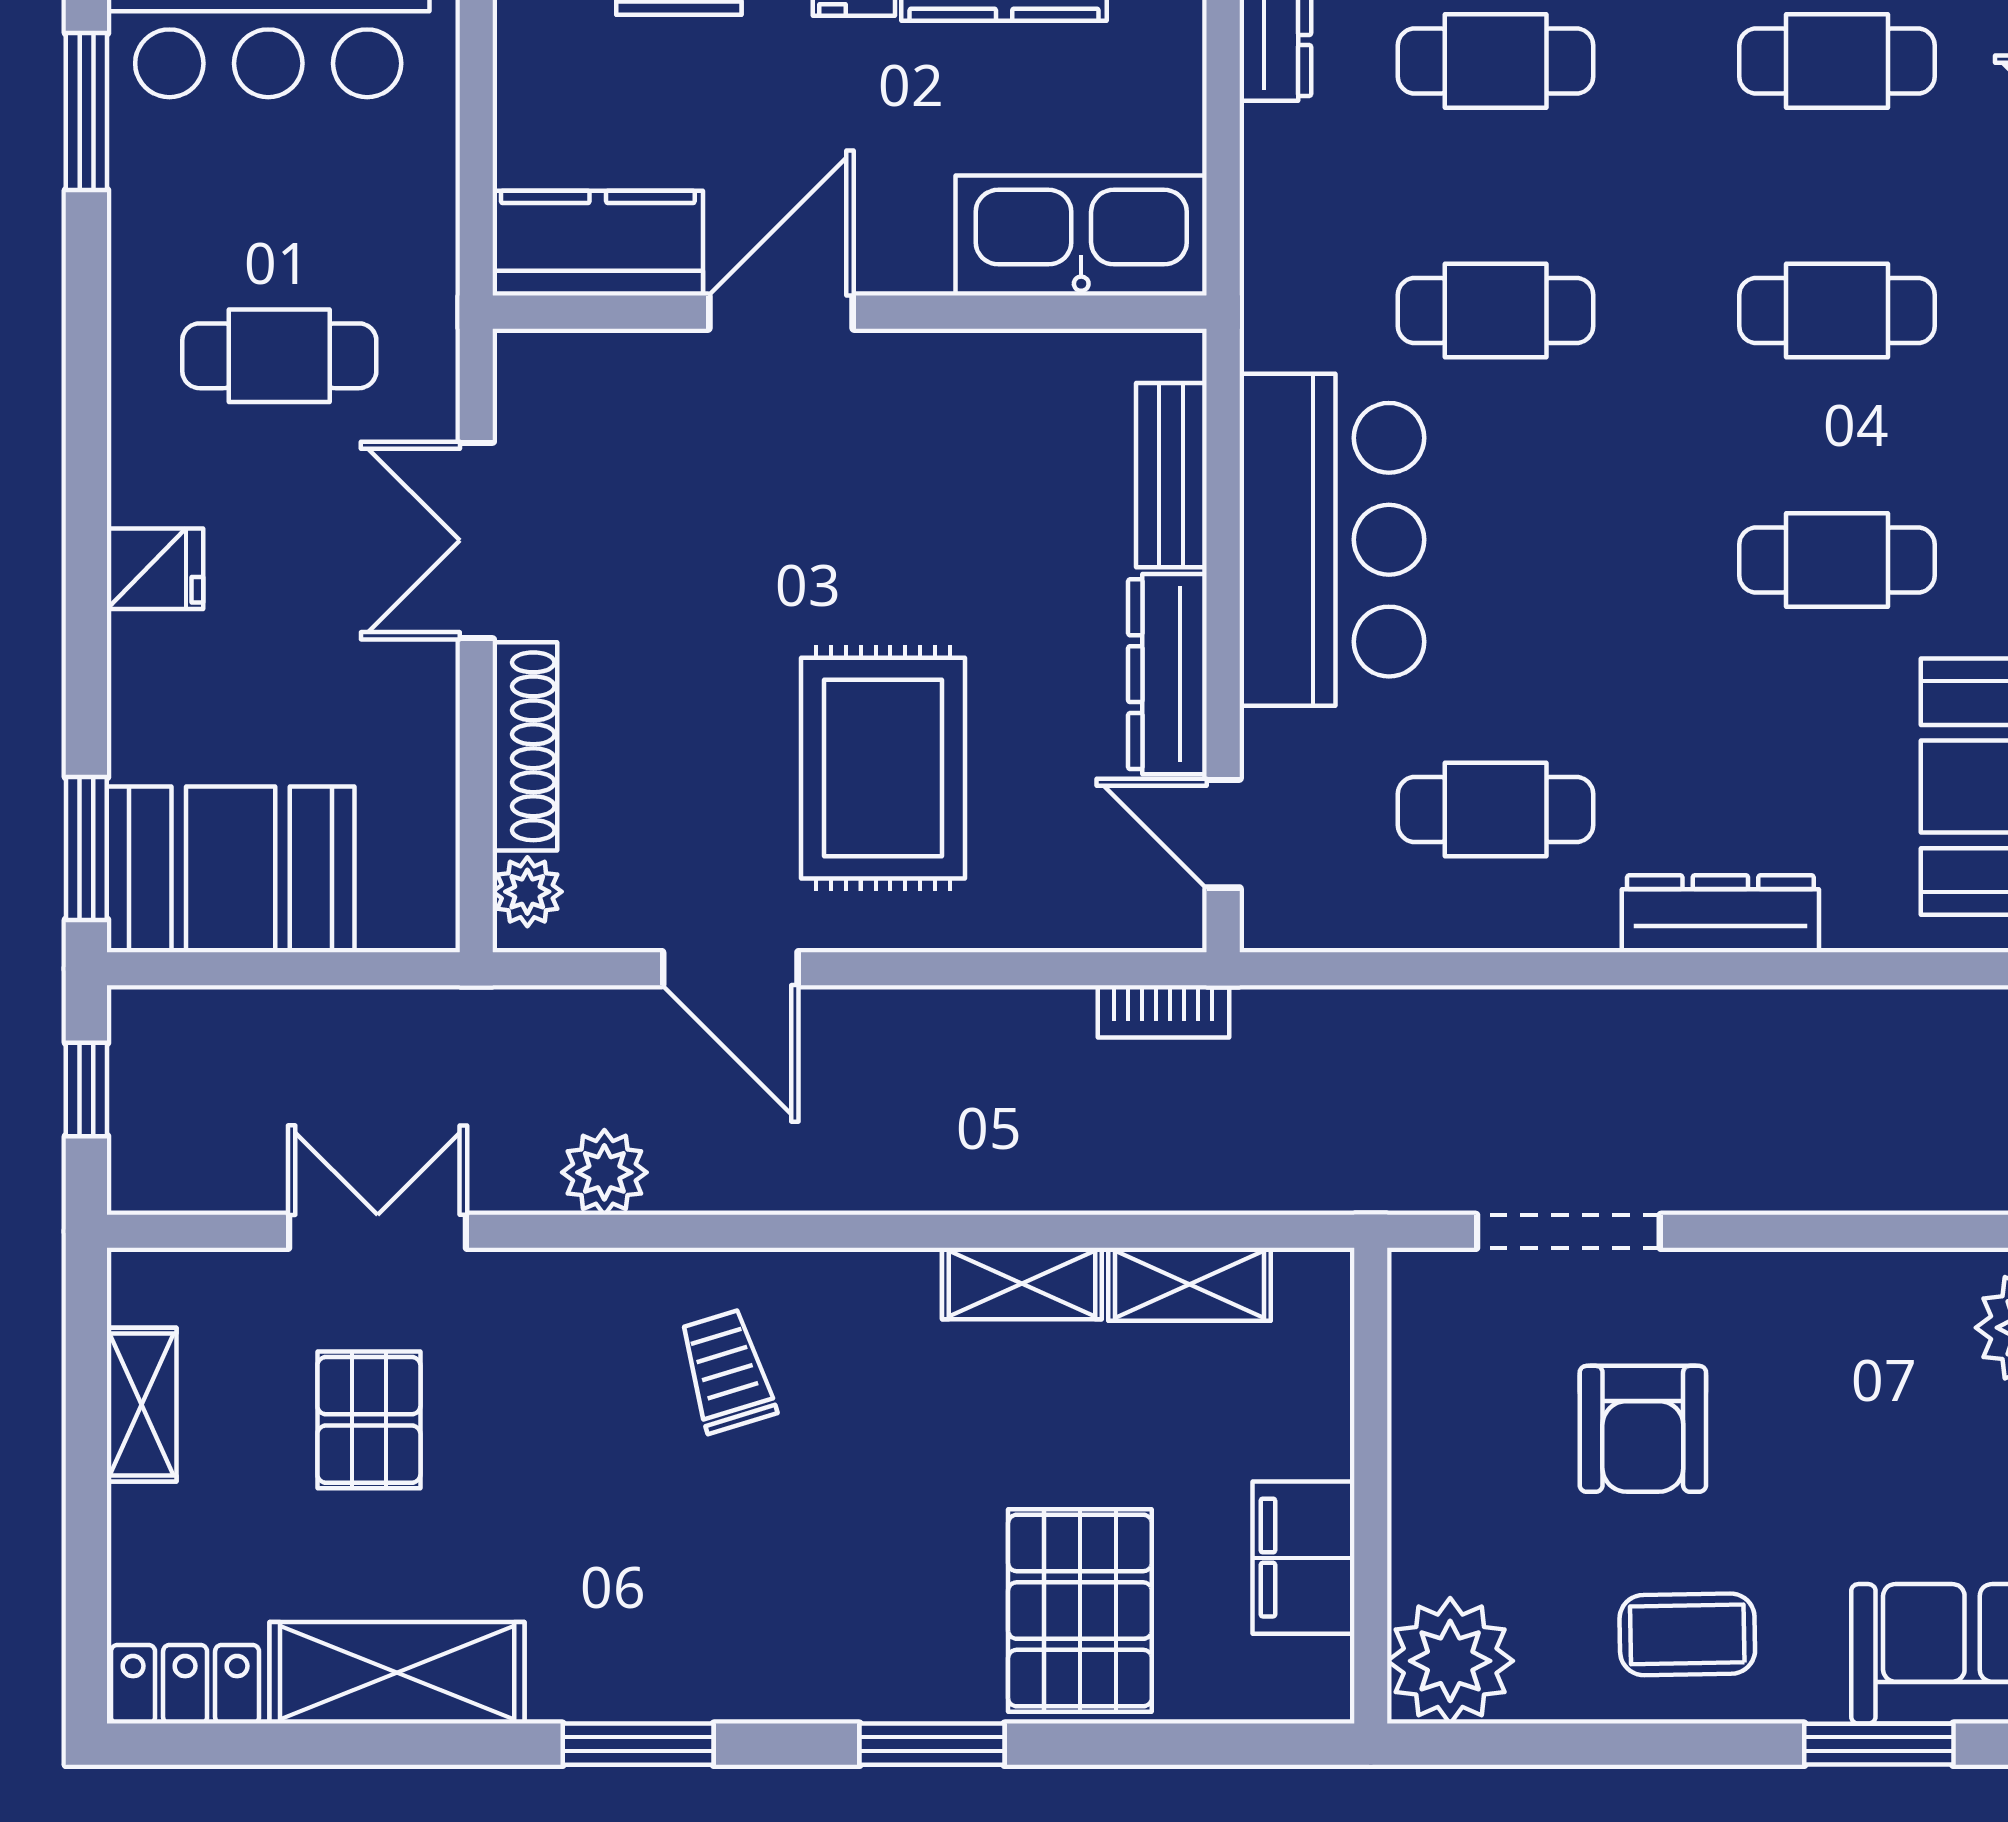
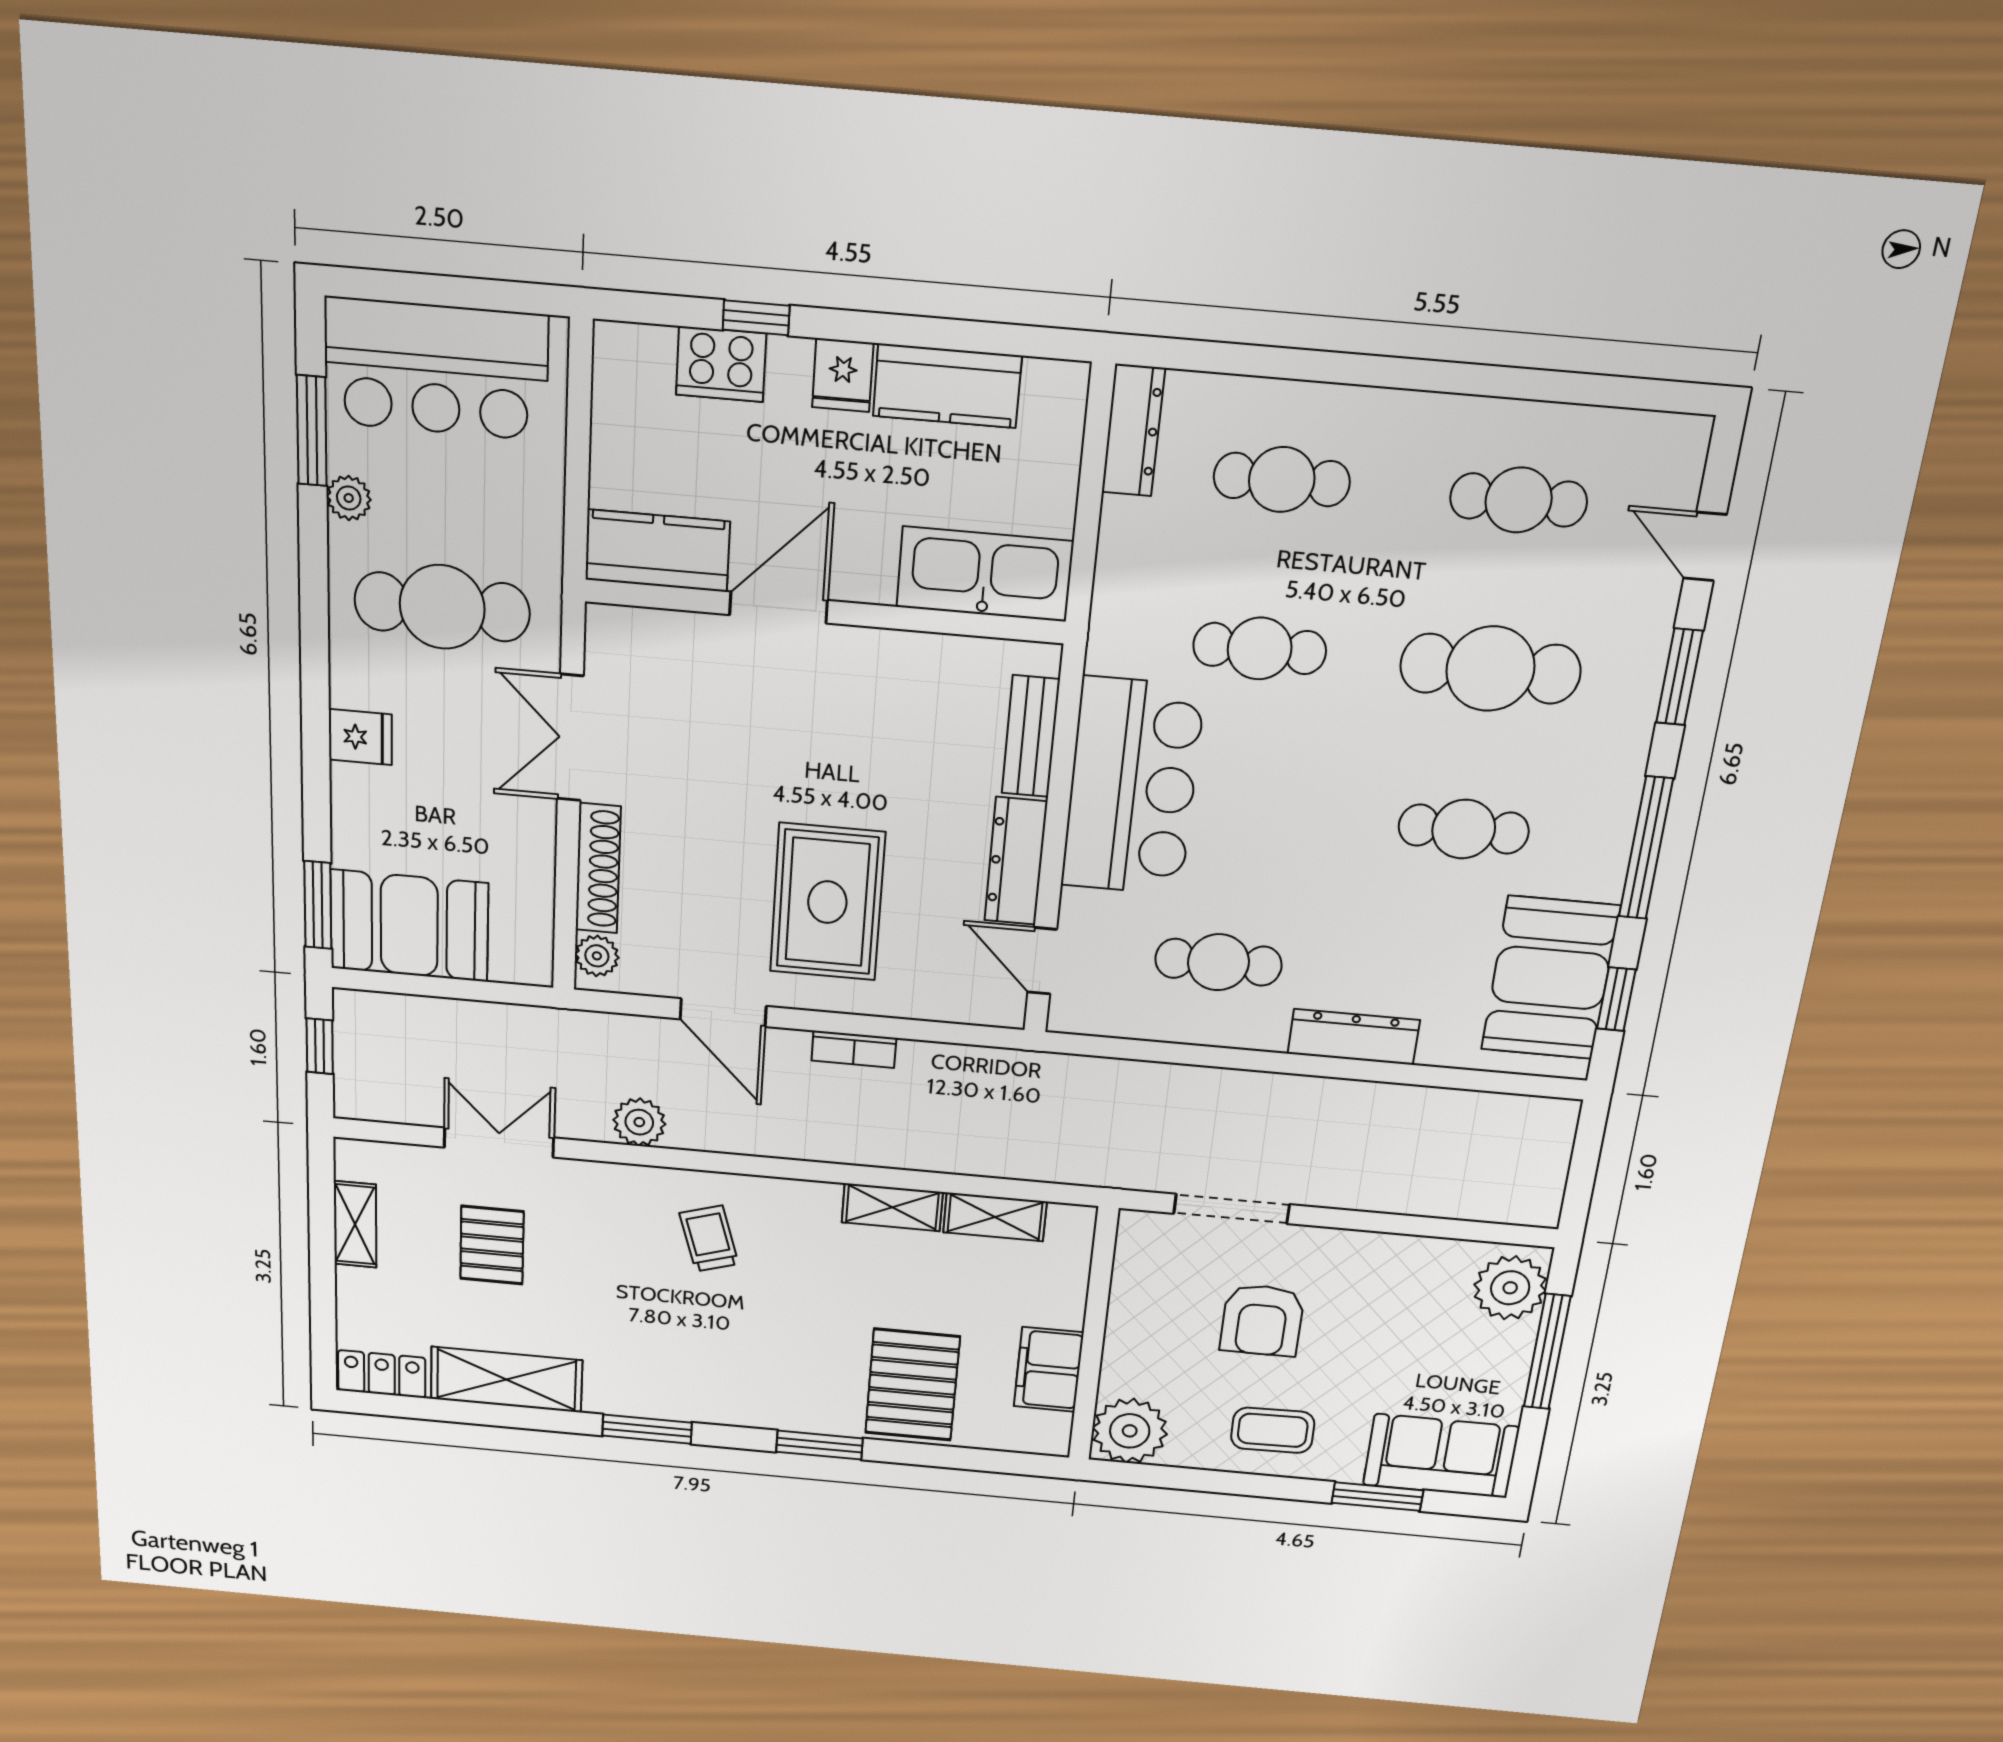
plant: (140, 205) -> (349, 498), added
cafe table: (1837, 310) -> (1490, 669), width x1.37, depth x1.35
cafe table: (279, 356) -> (442, 607), width x1.37, depth x1.35
bookcase: (1163, 1011) -> (854, 1049), moved

